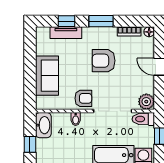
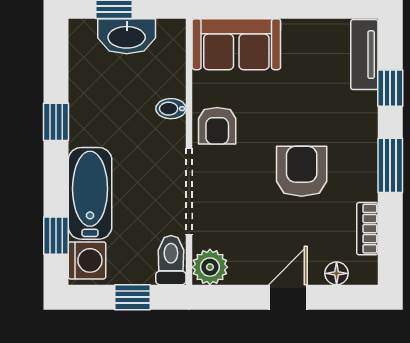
floor lamp: (149, 32) -> (337, 273), moved
tv unit: (66, 33) -> (364, 55), moved
sofa: (47, 76) -> (236, 44), moved
washbasin: (43, 125) -> (127, 36), moved

